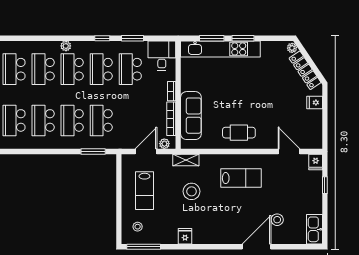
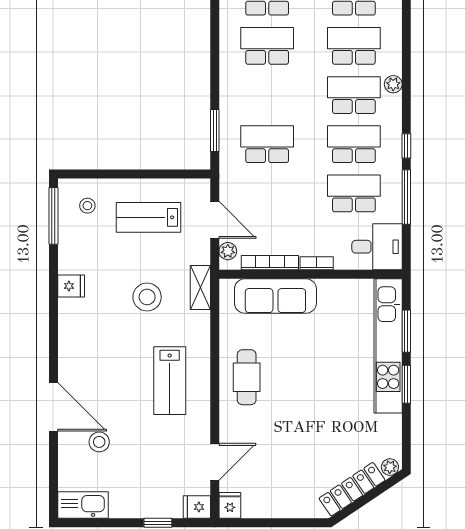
window: (132, 38) -> (406, 197), width x1.44
fridge: (315, 102) -> (230, 505), moved
school desk: (72, 120) -> (267, 95), removed

